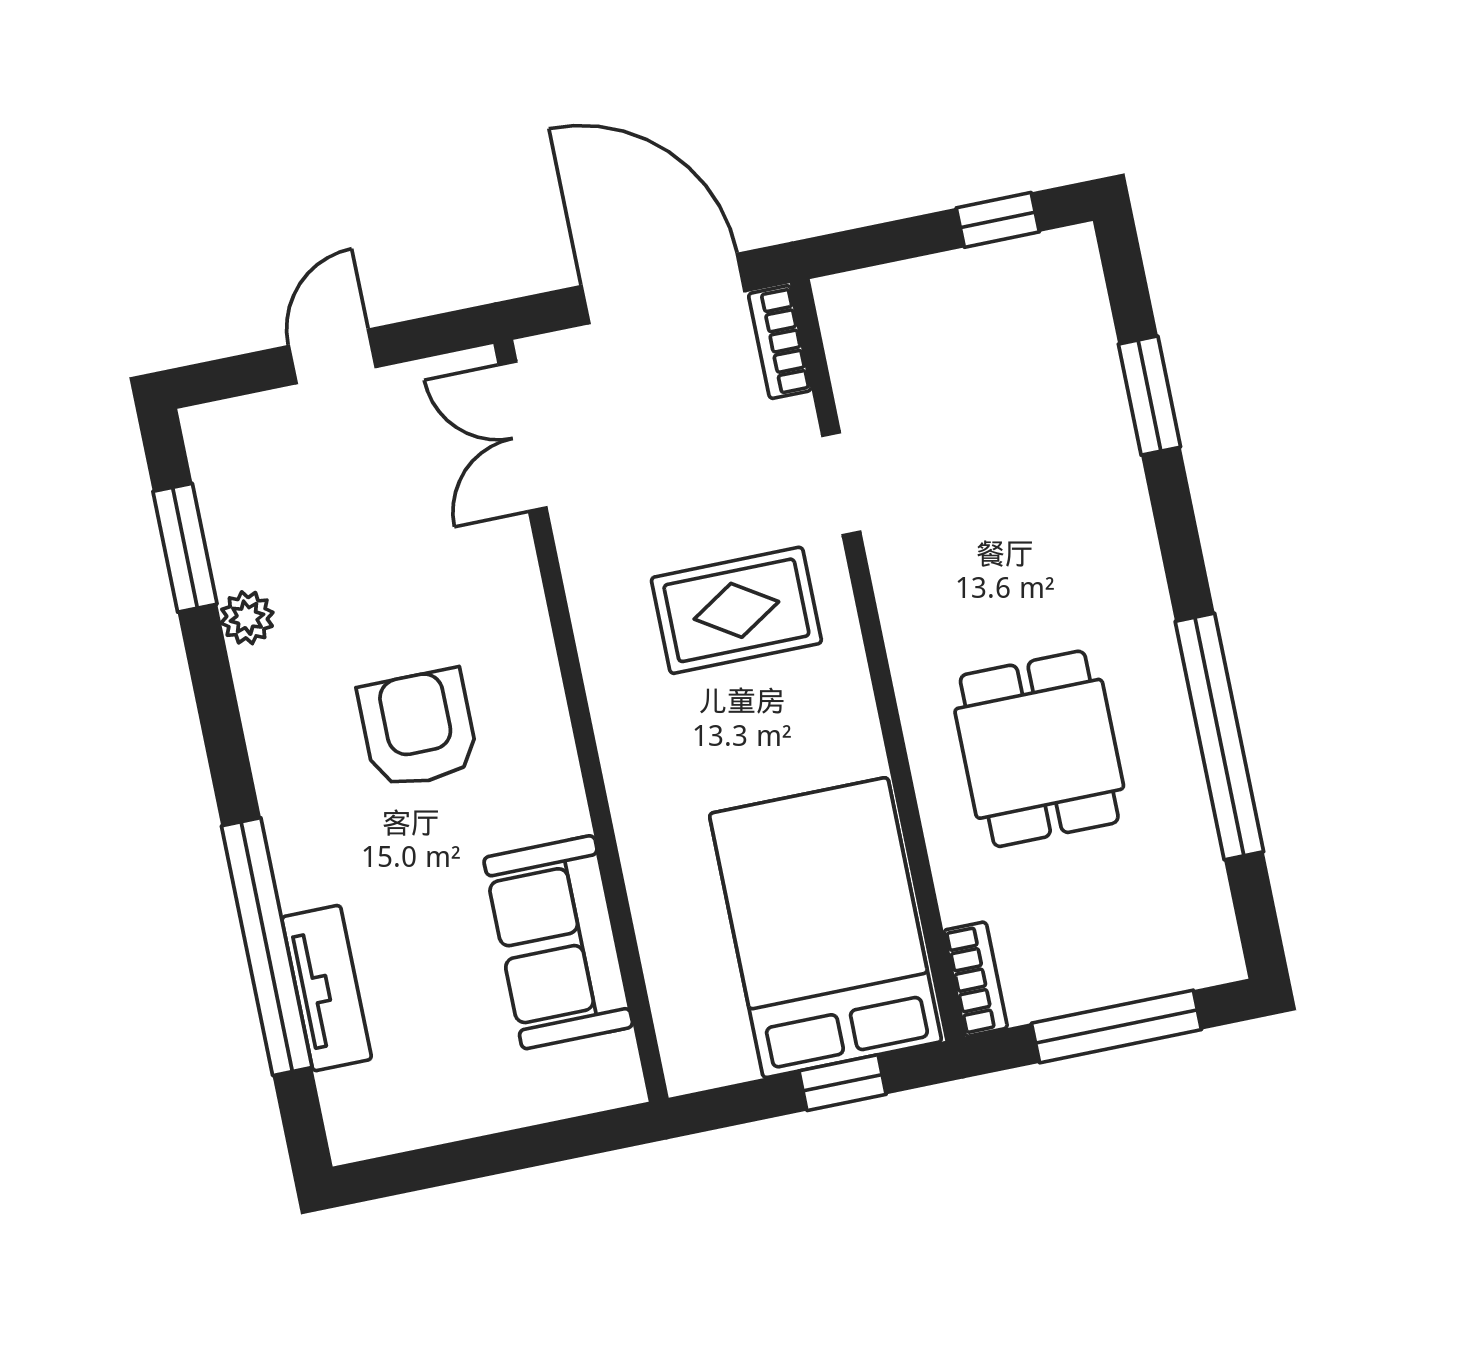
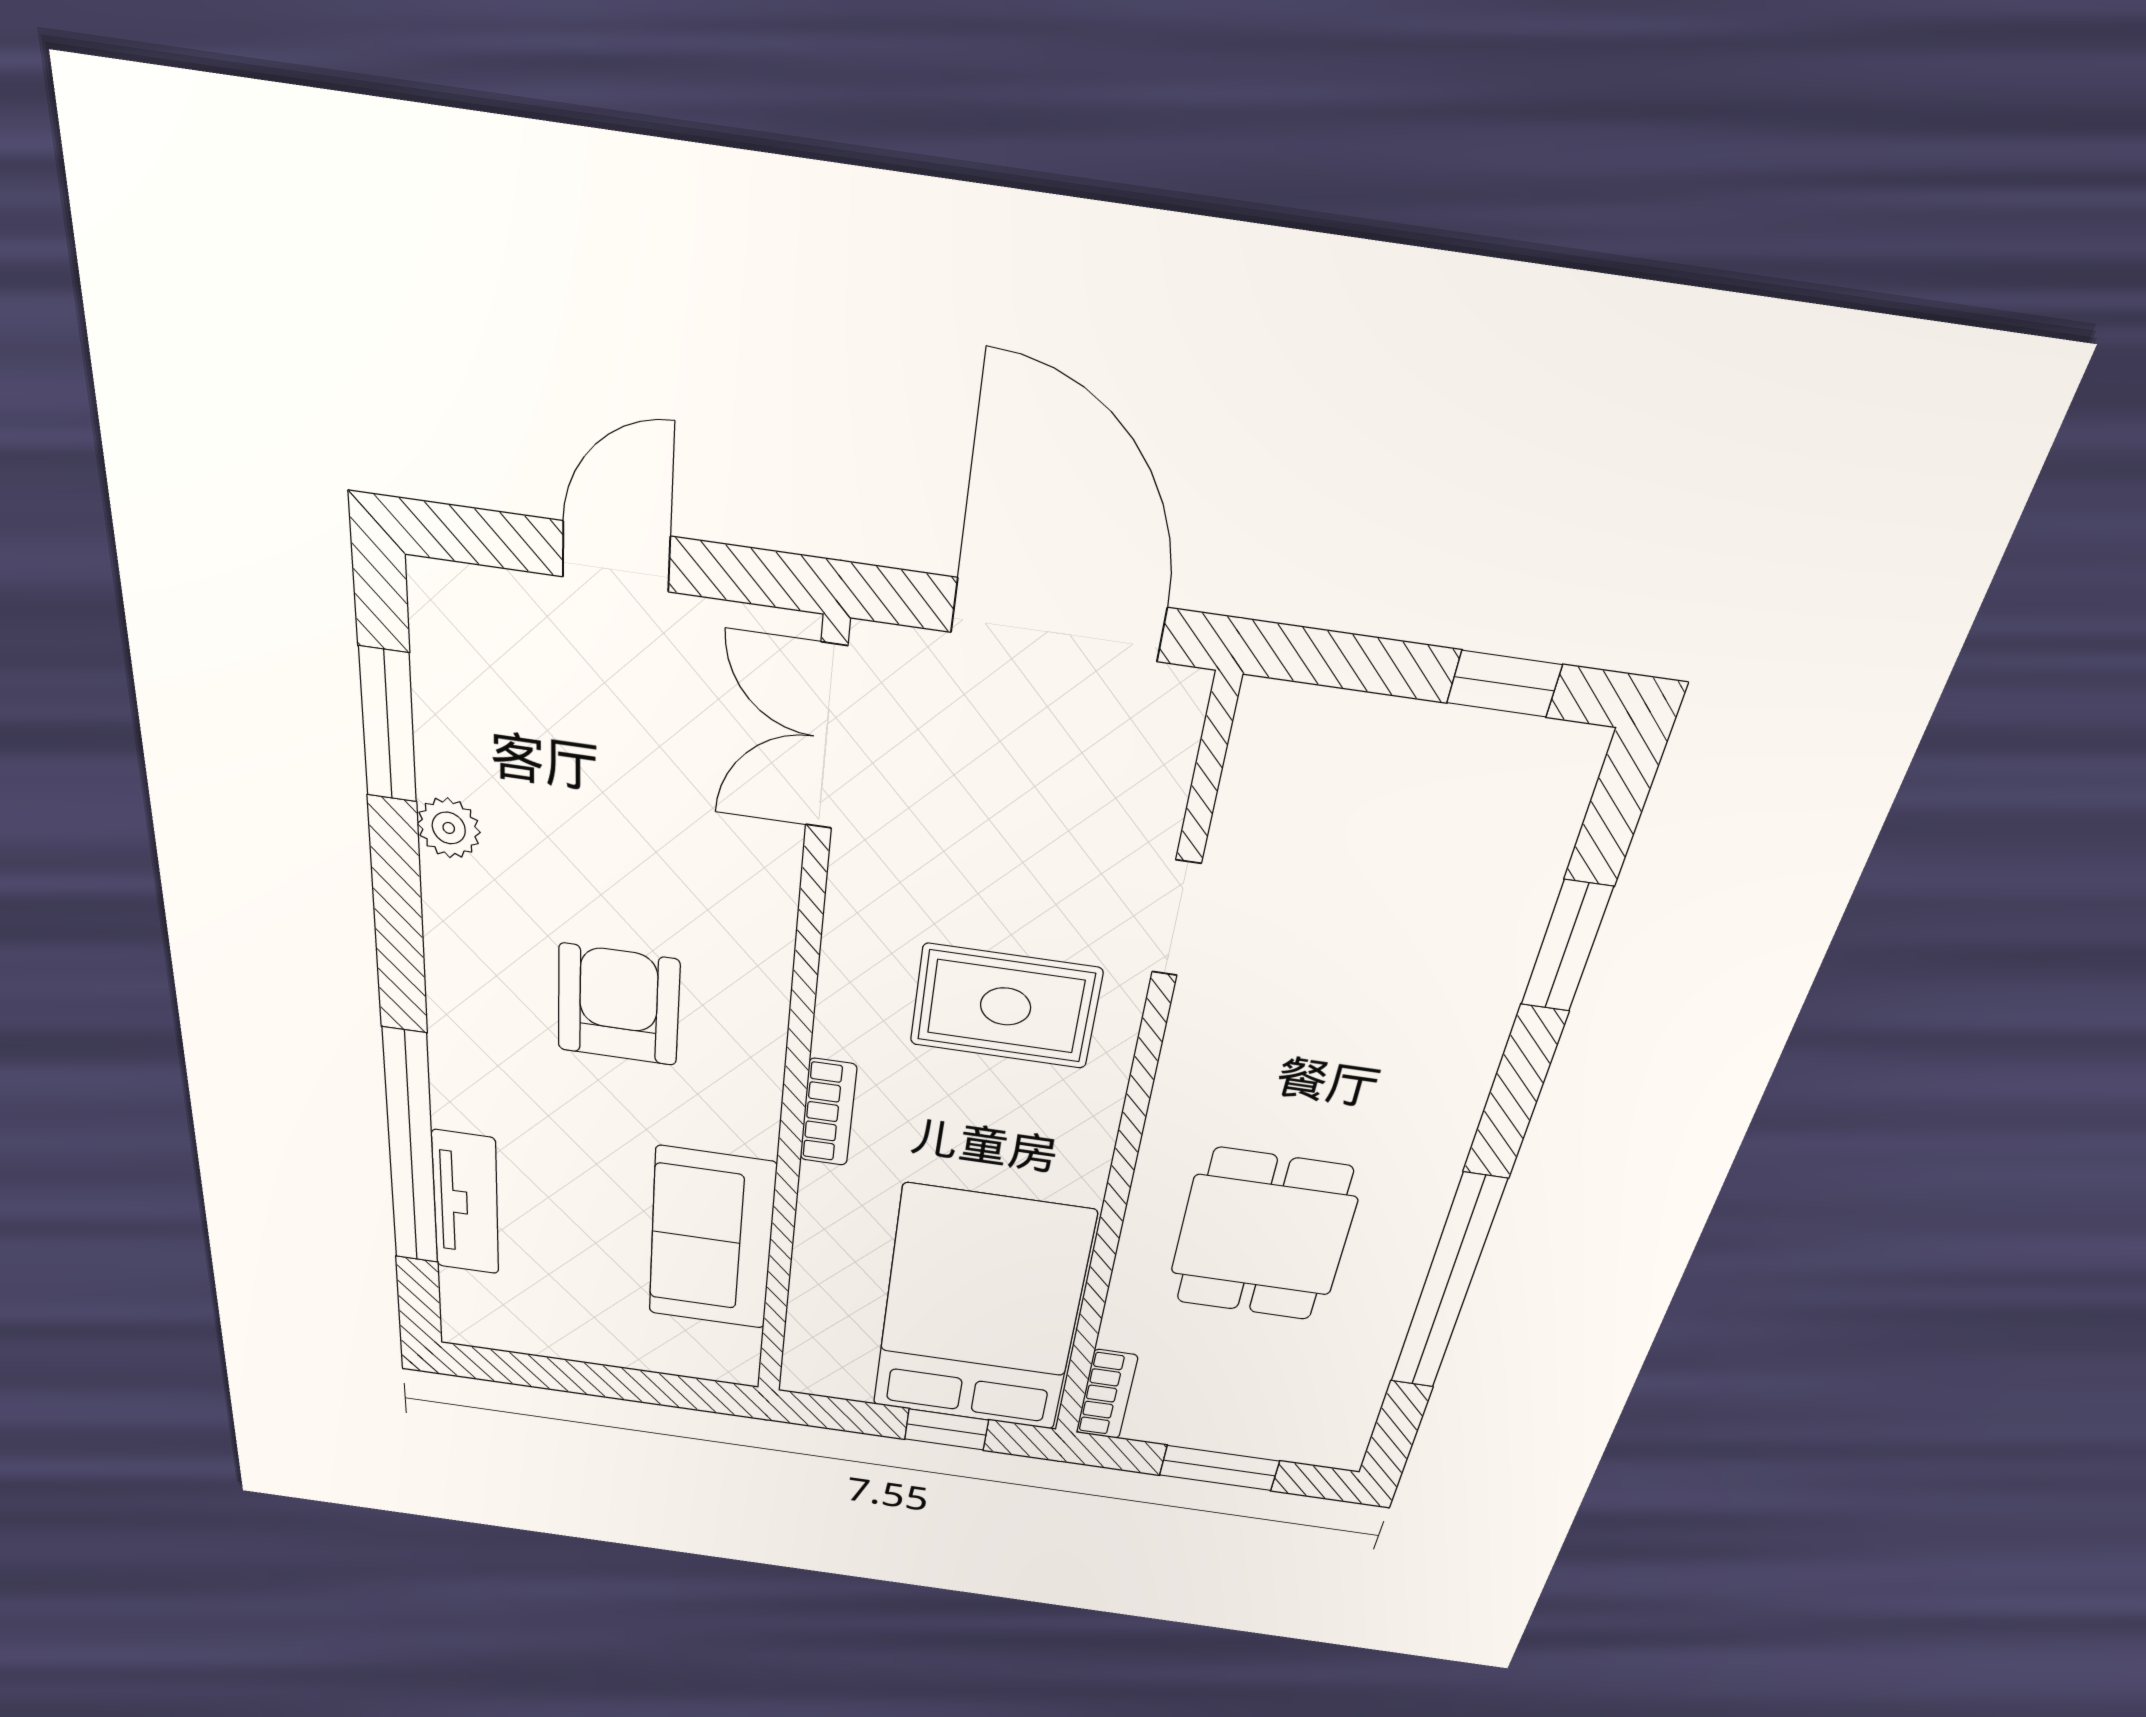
bookcase: (780, 342) -> (828, 1112), moved, turned 180
window: (1116, 1026) -> (1219, 1468), width x0.69

